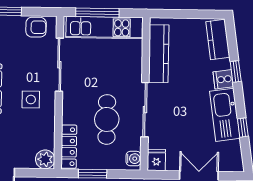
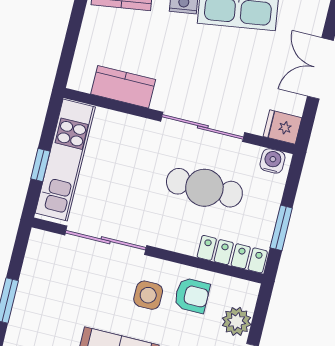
window: (97, 13) -> (40, 165), width x0.46
armchair: (36, 27) -> (192, 295), moved, turned 90
kitchen counter: (159, 54) -> (123, 87), width x0.67
plant: (45, 159) -> (237, 321), moved

